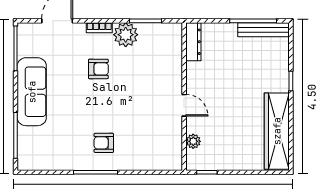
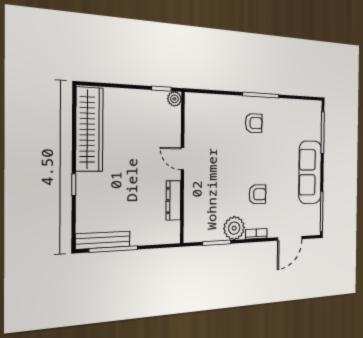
dresser: (193, 42) -> (173, 200), moved
armchair: (98, 69) -> (257, 194), turned 180
plant: (193, 141) -> (174, 99), moved

